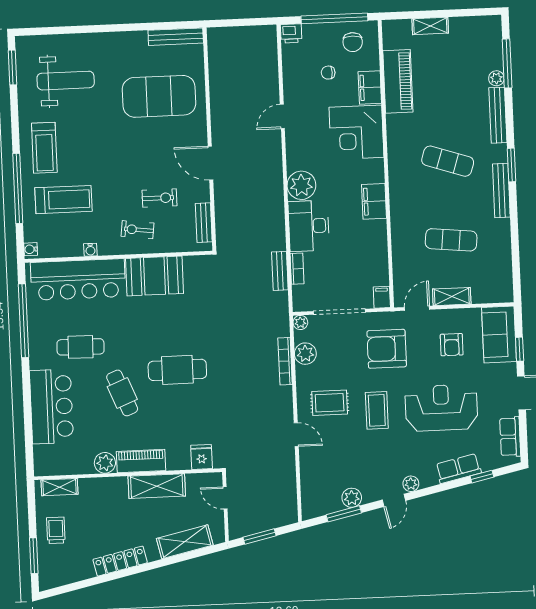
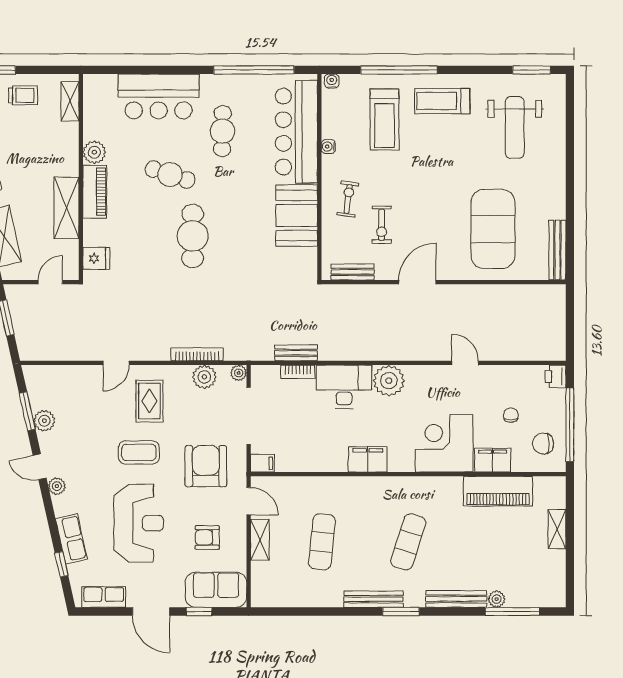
cafe table: (122, 393) -> (170, 174), turned 40

